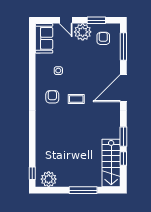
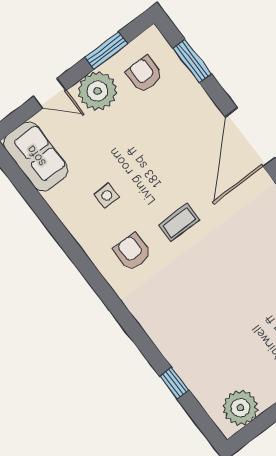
window: (123, 47) -> (192, 61), width x0.69
window: (32, 173) -> (174, 383), moved

